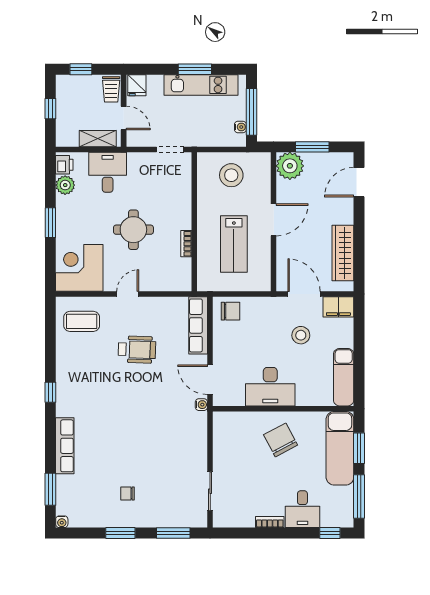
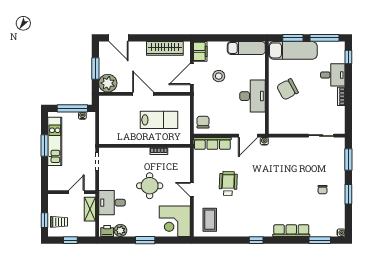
fridge: (137, 85) -> (55, 183), removed
trolley: (111, 89) -> (59, 222), moved
stool: (231, 175) -> (114, 122), removed

